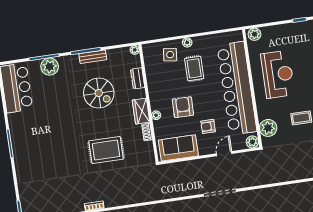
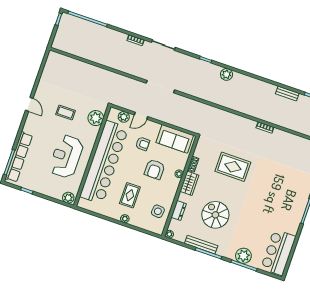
side table: (170, 55) -> (158, 211), moved
bench: (93, 57) -> (201, 245), width x1.36
plant: (252, 142) -> (124, 117), moved

